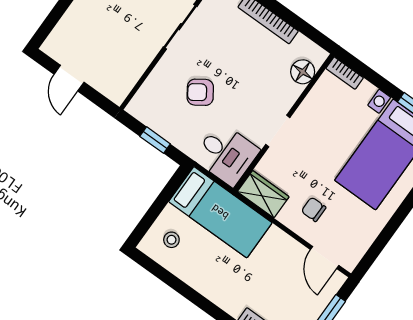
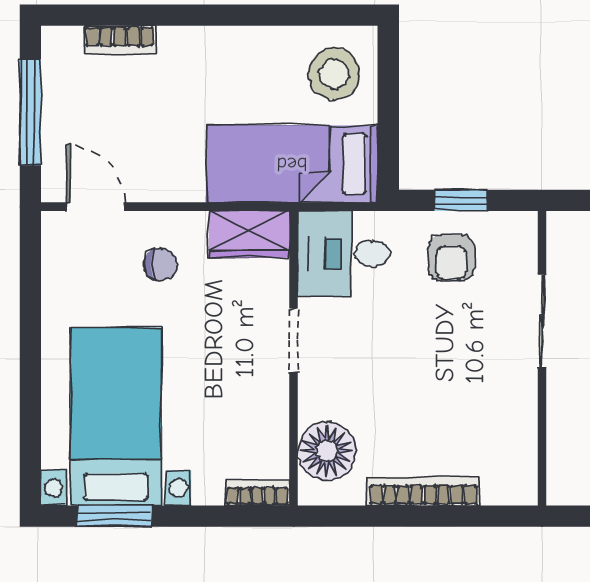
sliding door: (180, 27) -> (542, 321), moved
floor lamp: (303, 72) -> (327, 451), width x1.38, depth x1.38
armchair: (200, 92) -> (451, 258), moved, turned 124
stool: (171, 240) -> (334, 74), width x1.89, depth x1.89

